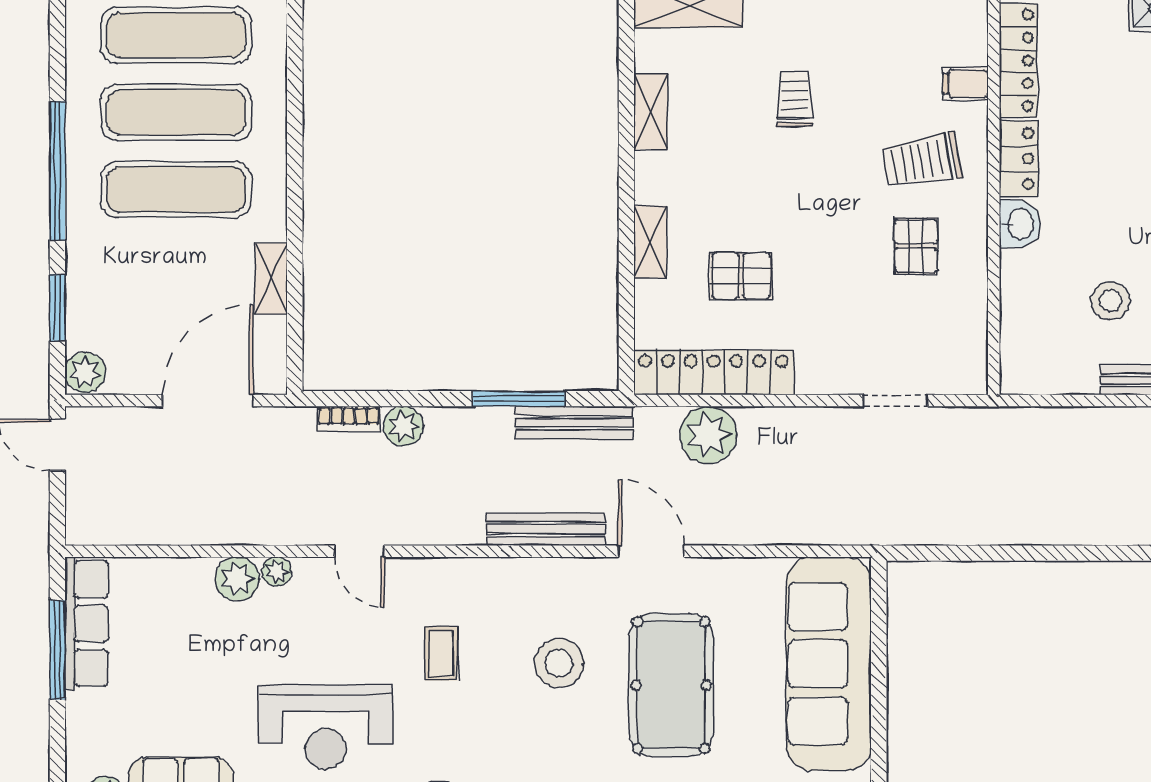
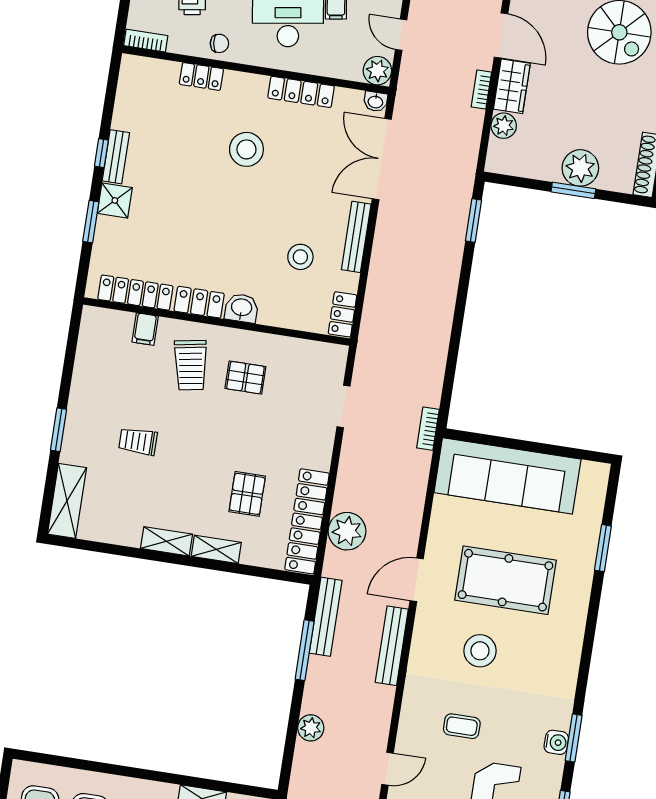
shelving: (651, 112) -> (166, 541), moved
locker: (1034, 378) -> (342, 314), added
bookcase: (349, 419) -> (428, 429), moved, turned 180

